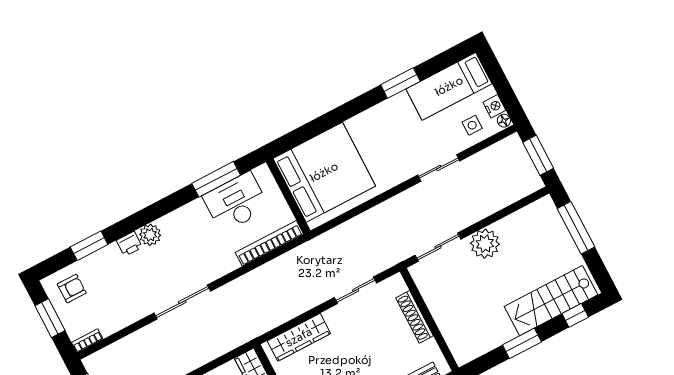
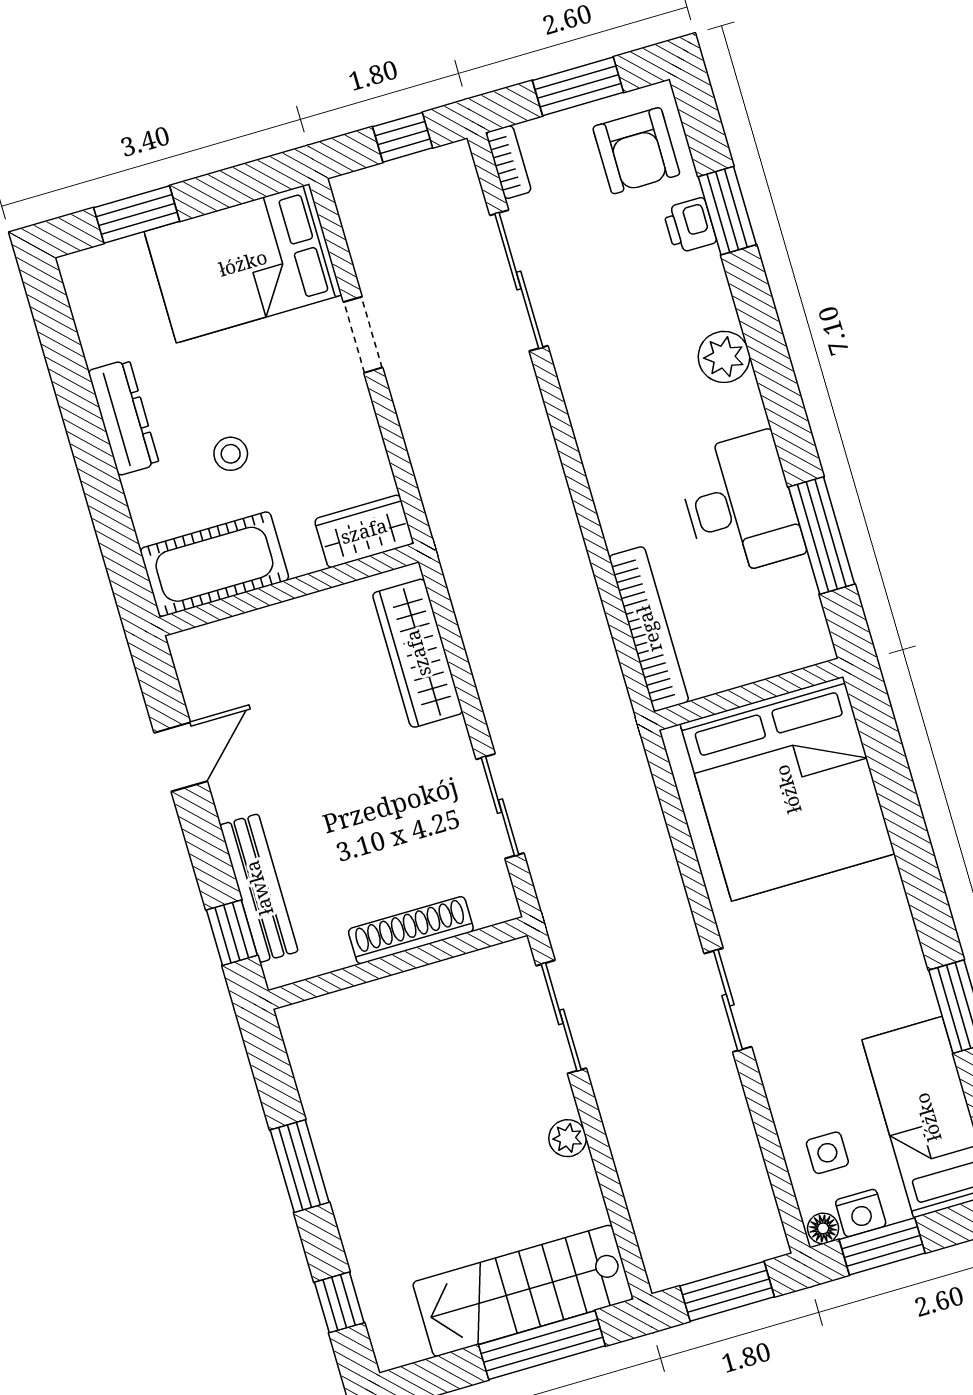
window: (506, 95) -> (882, 1246), added
sliding door: (439, 168) -> (728, 1000), moved
desk: (236, 202) -> (740, 505), moved
printer: (129, 244) -> (690, 225), moved
plant: (485, 244) -> (568, 1138), width x0.53, depth x0.53
armchair: (72, 289) -> (636, 151), width x1.38, depth x1.38
stairs: (551, 301) -> (523, 1291), moved, turned -90
sliding door: (182, 302) -> (519, 280), moved

